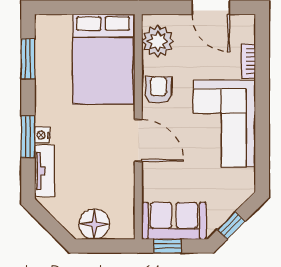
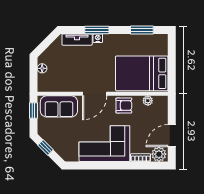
plant: (243, 29) -> (159, 154), added
plant: (158, 41) -> (148, 101), width x0.53, depth x0.53
sofa: (174, 221) -> (59, 106), moved, turned 90
floor lamp: (94, 224) -> (42, 68), width x0.53, depth x0.53

